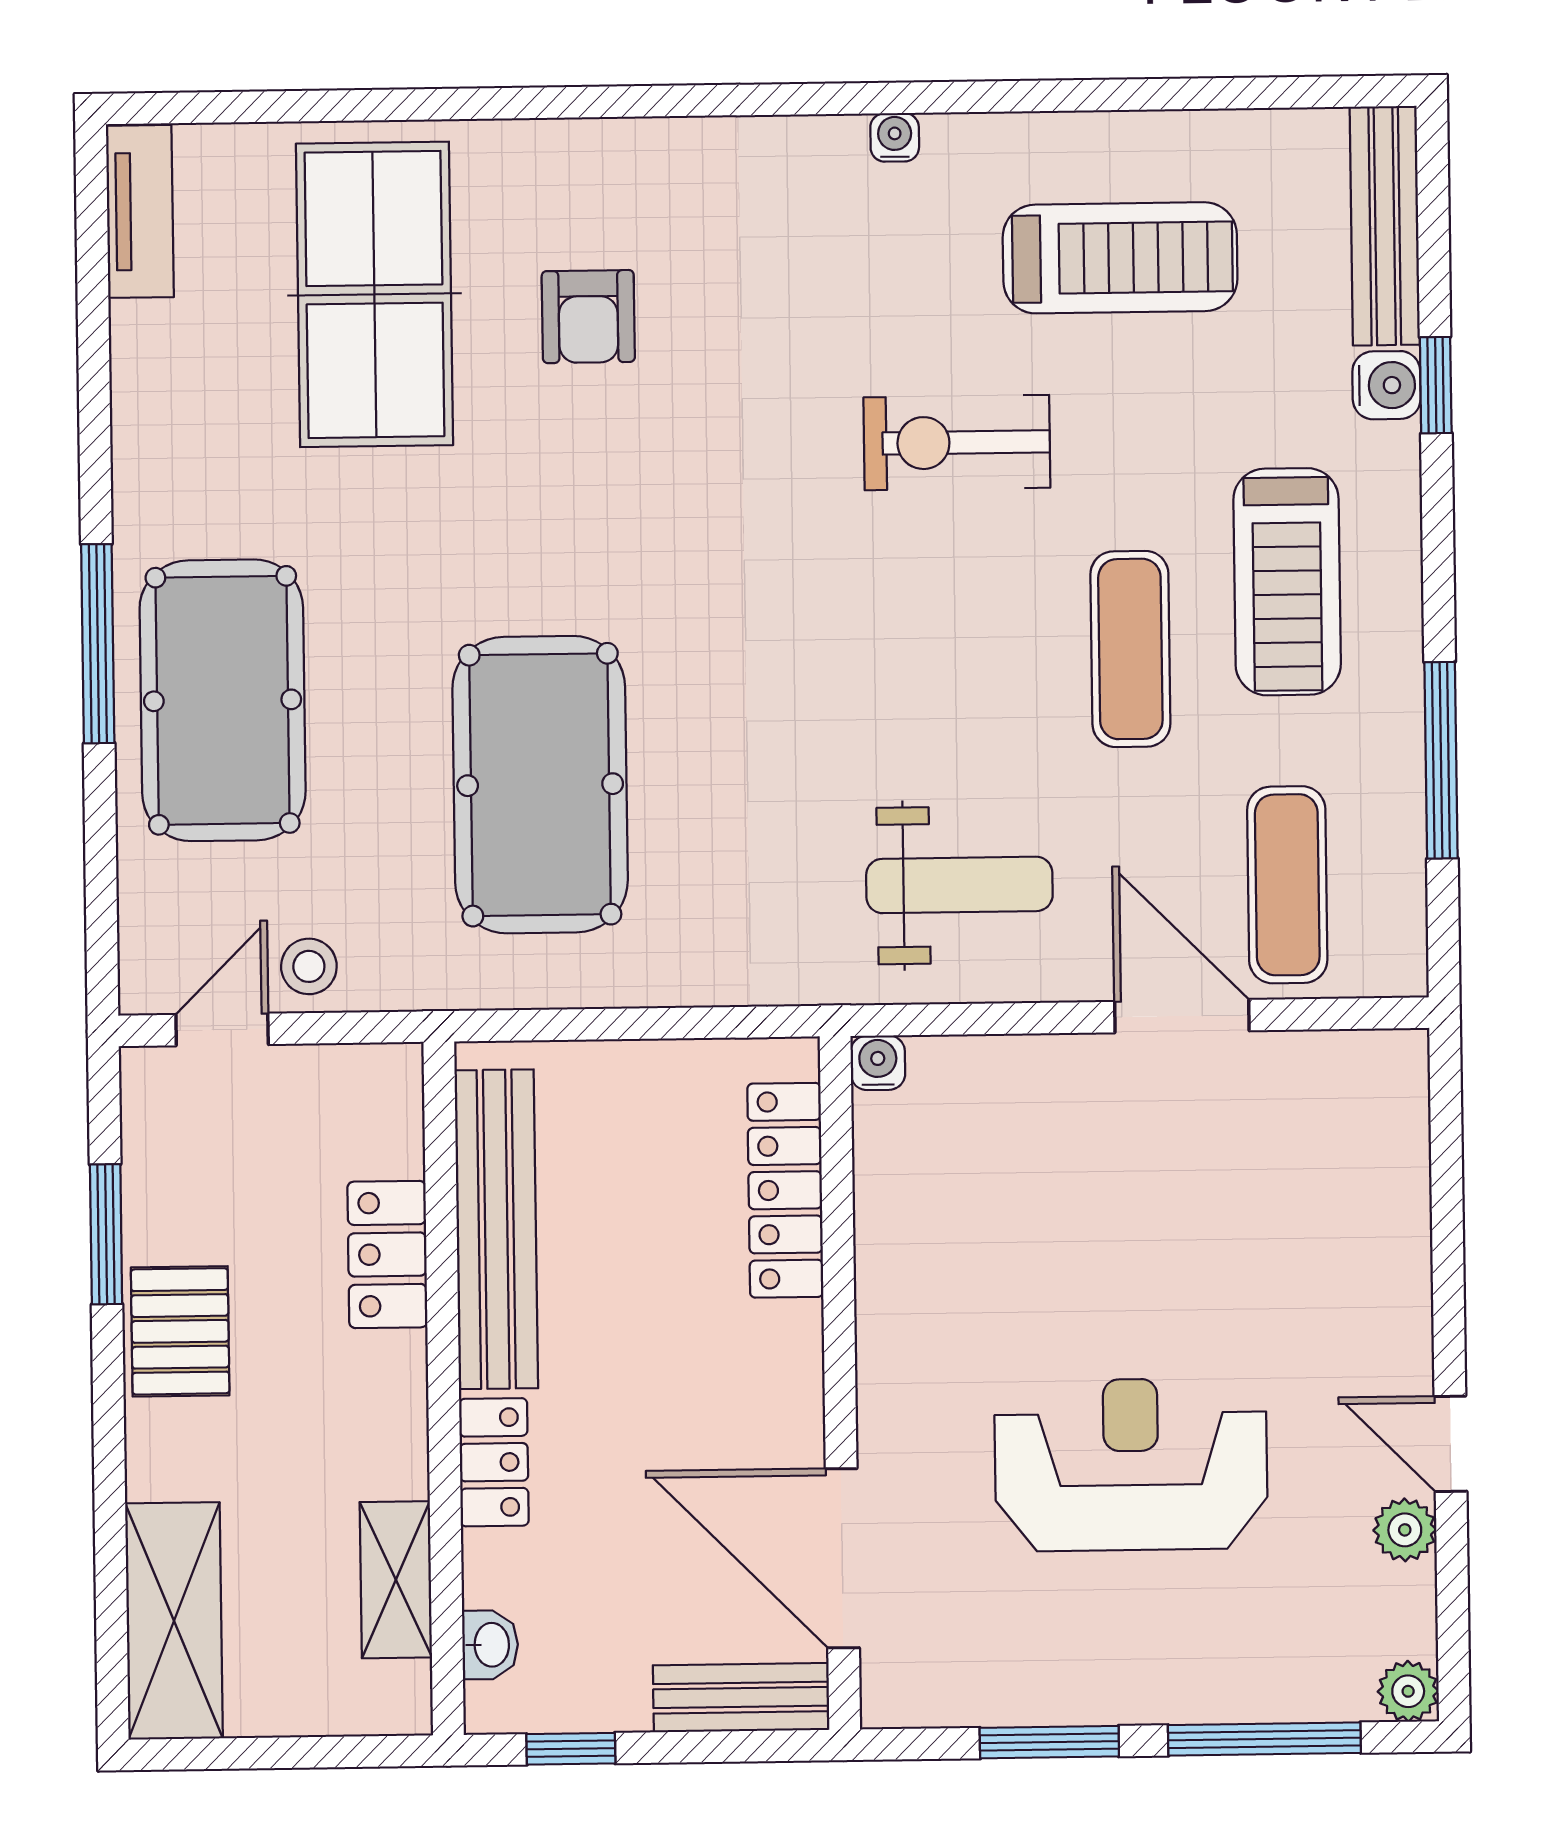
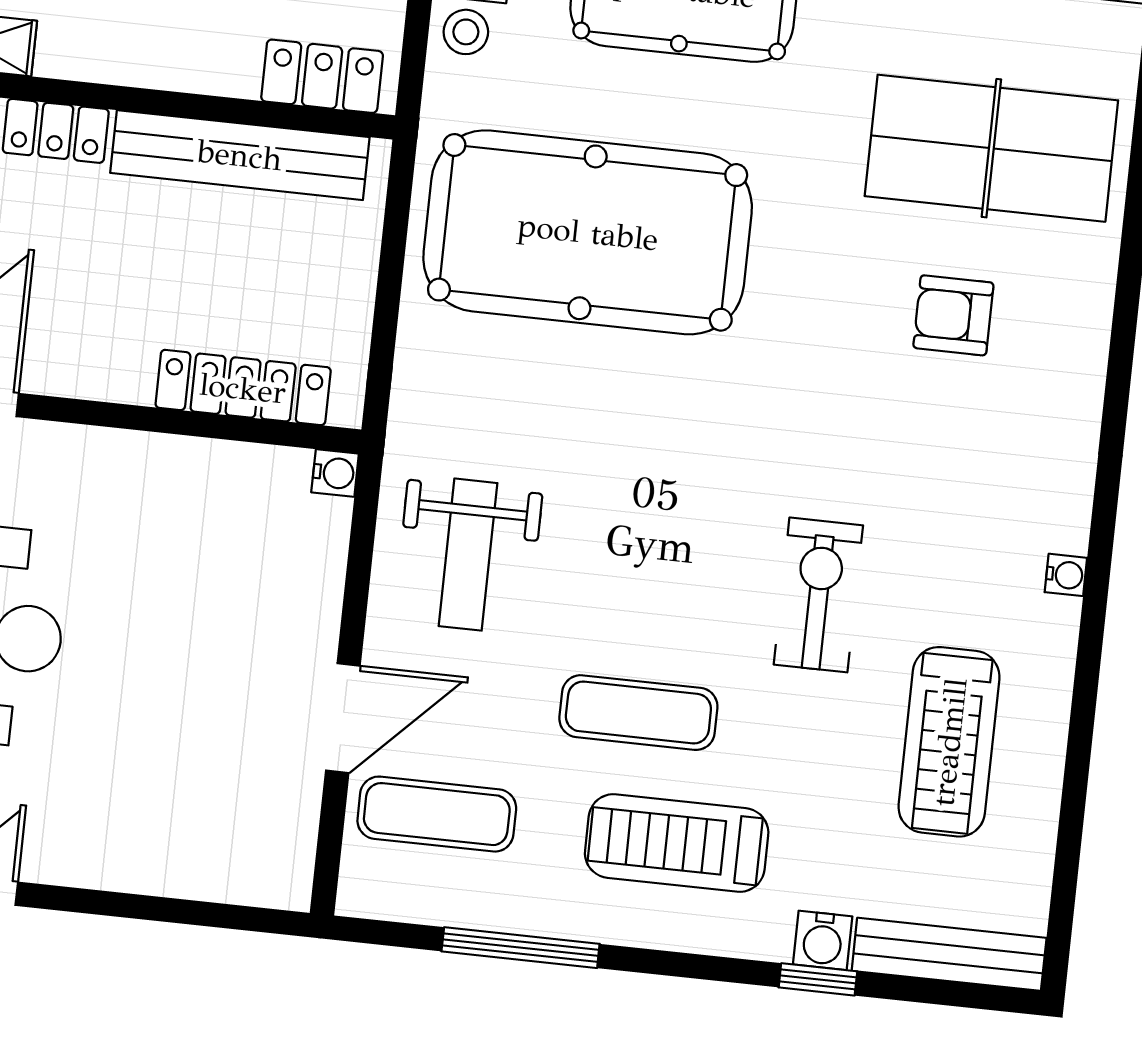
pool table: (540, 785) -> (588, 232), width x1.36, depth x1.32
locker: (387, 1254) -> (322, 76), moved

